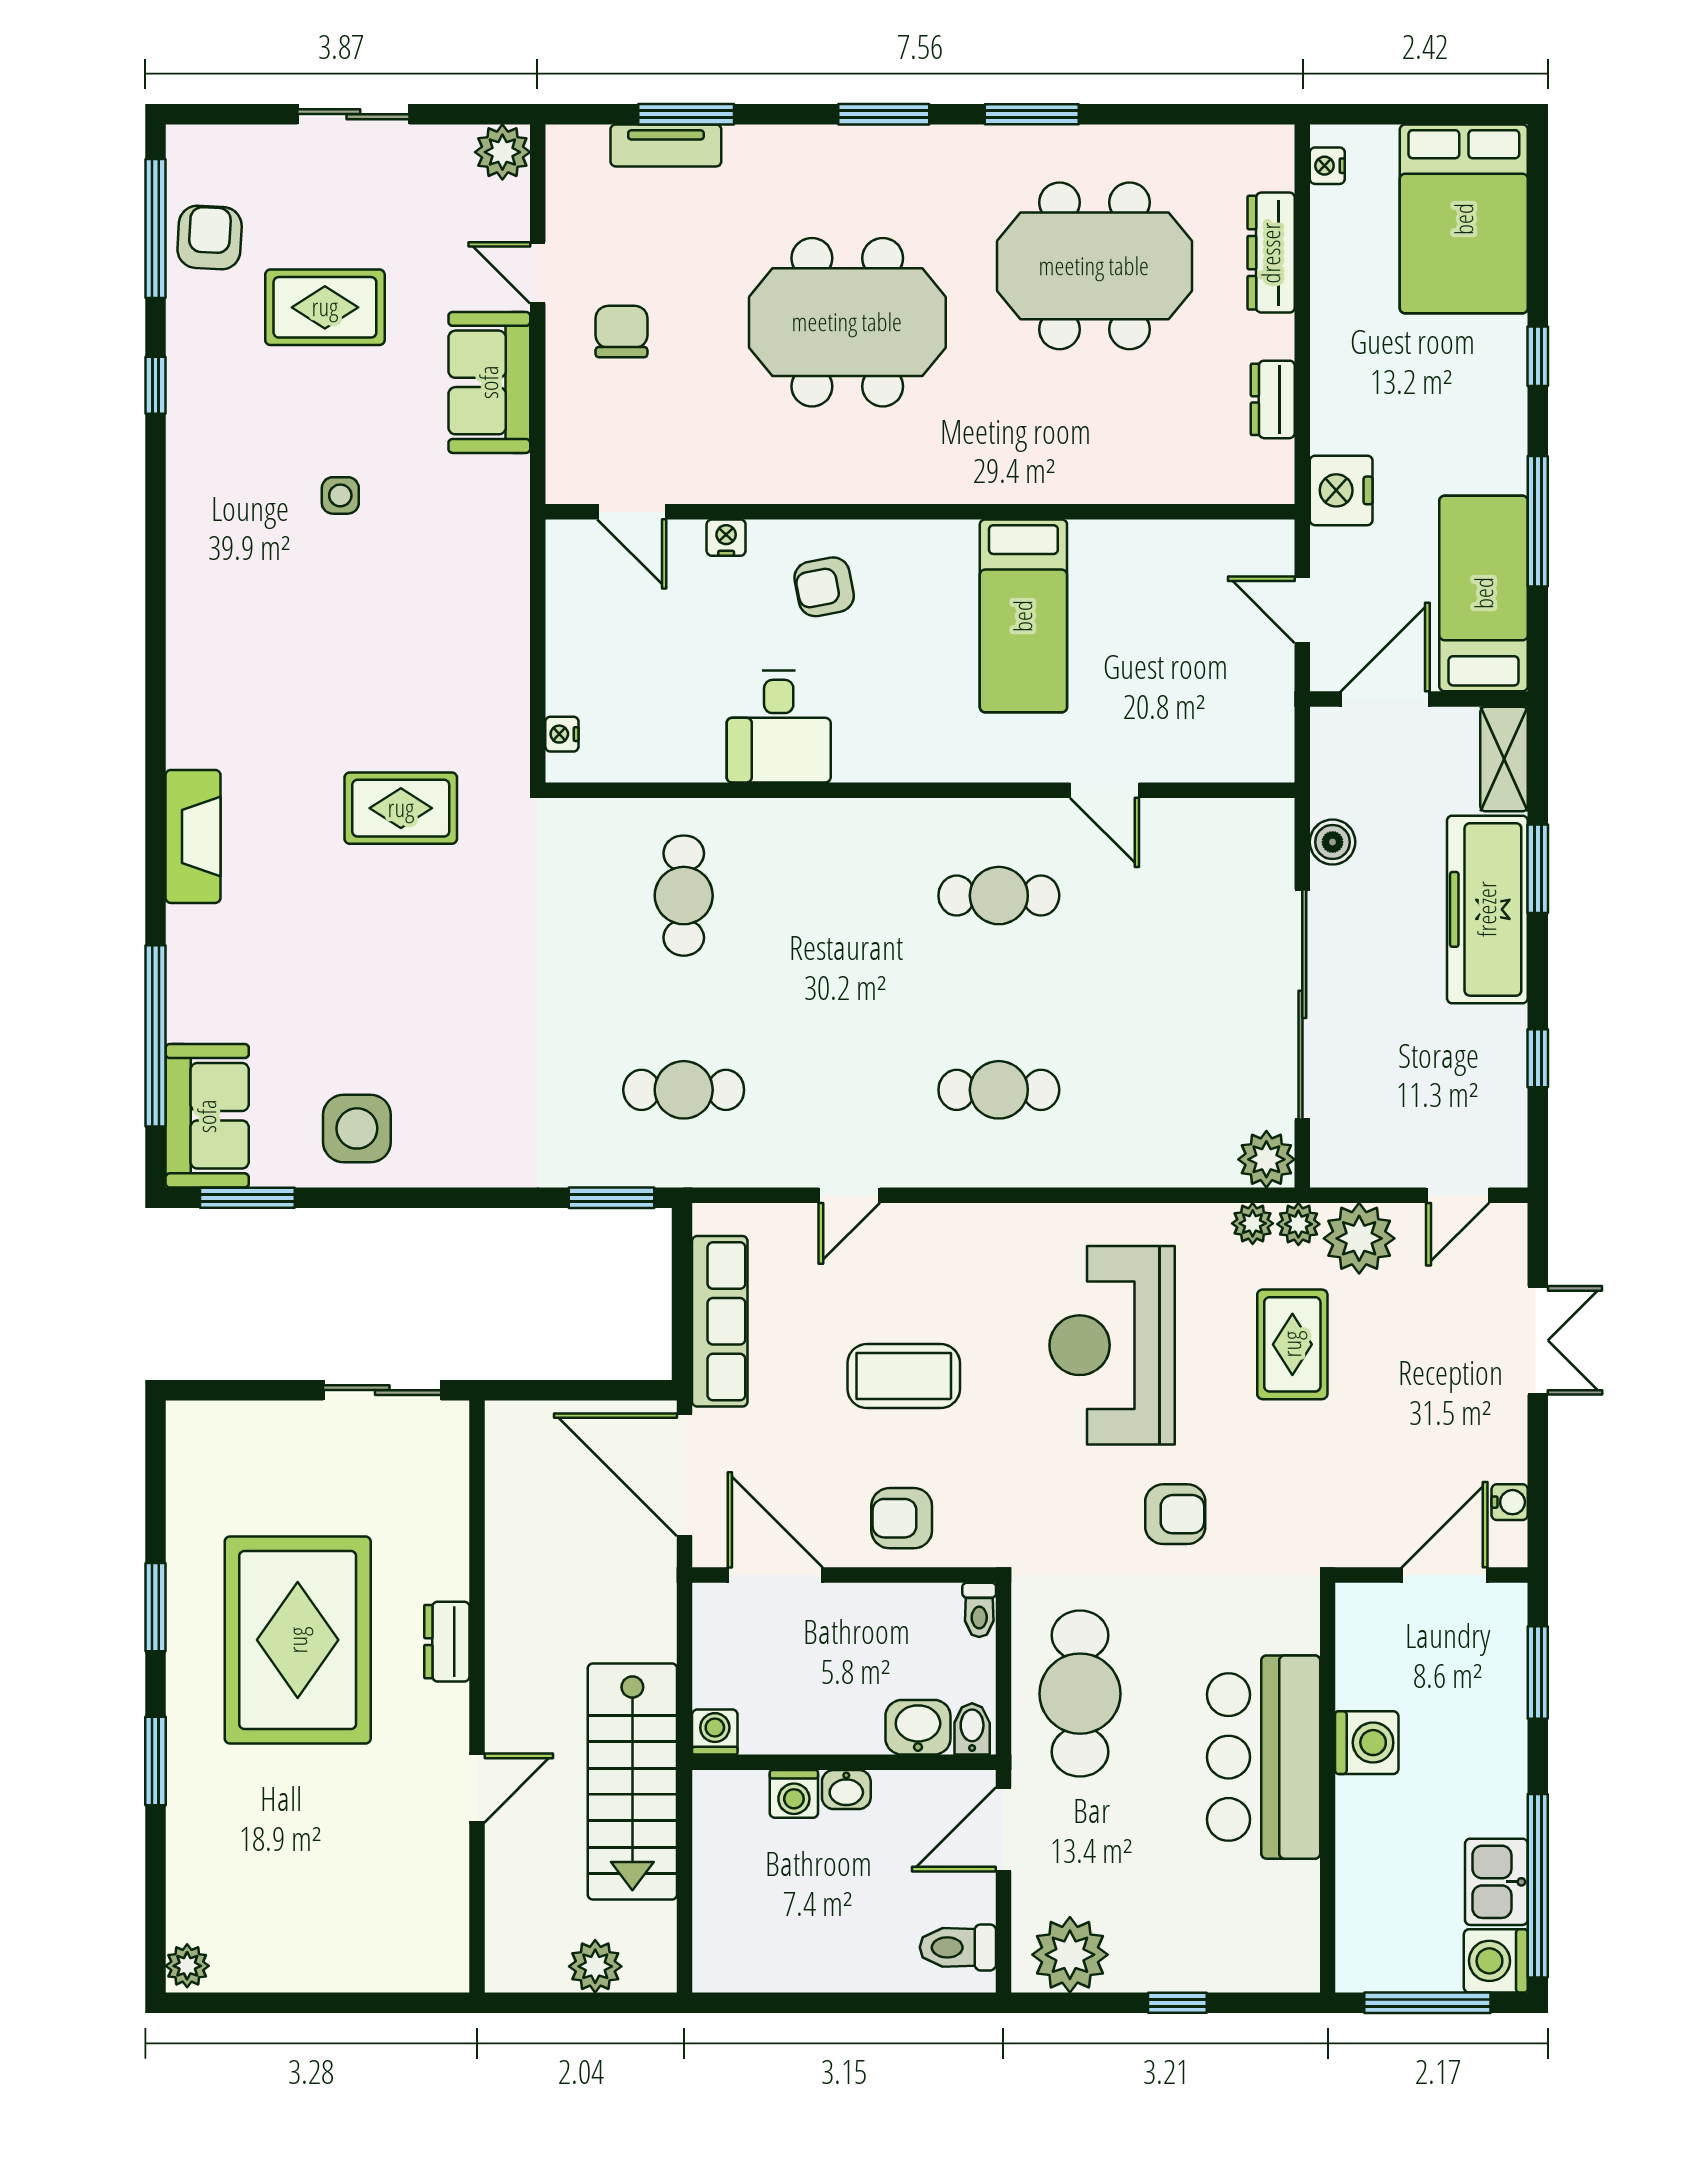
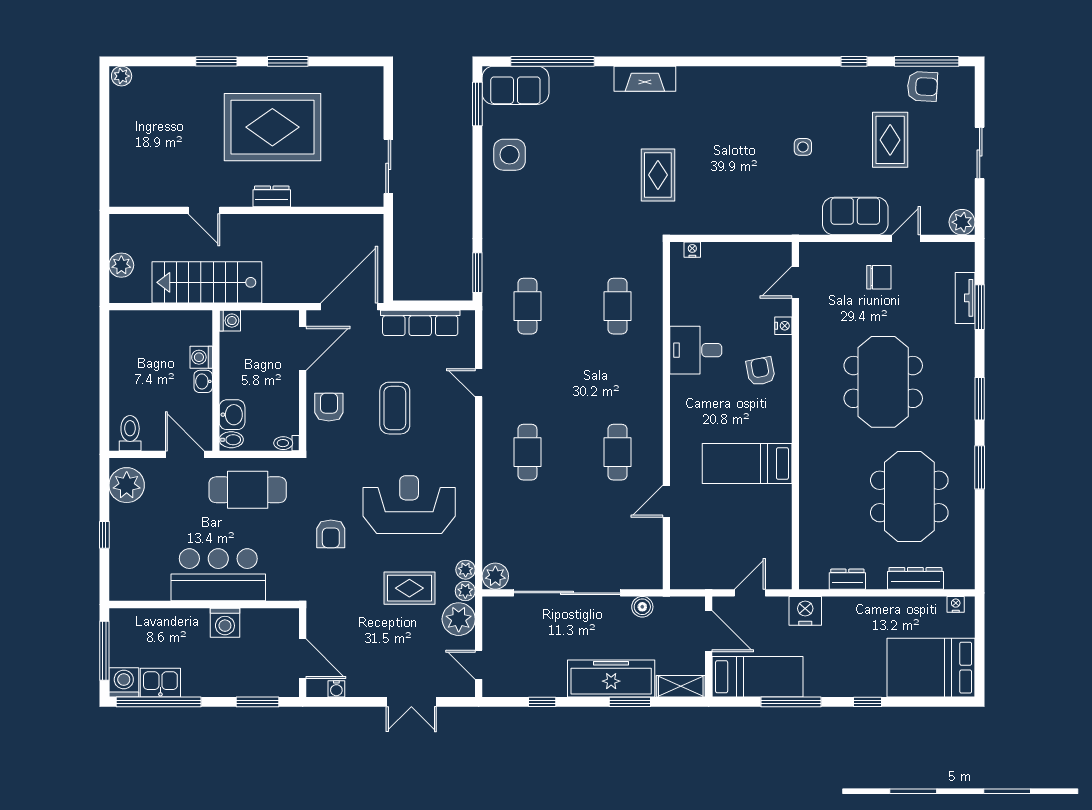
cafe table: (684, 896) -> (617, 306), turned 90

